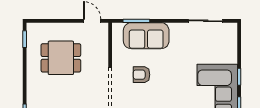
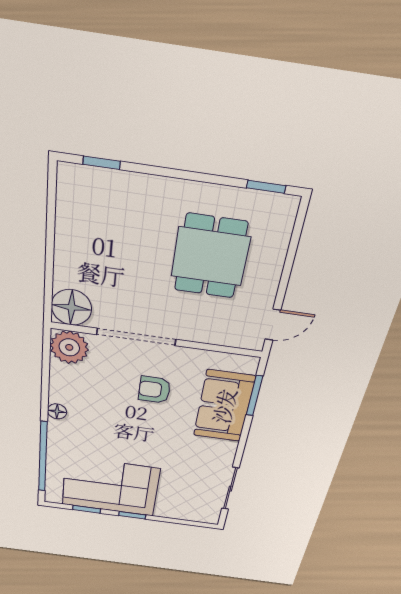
armchair: (141, 75) -> (154, 390), turned -90

